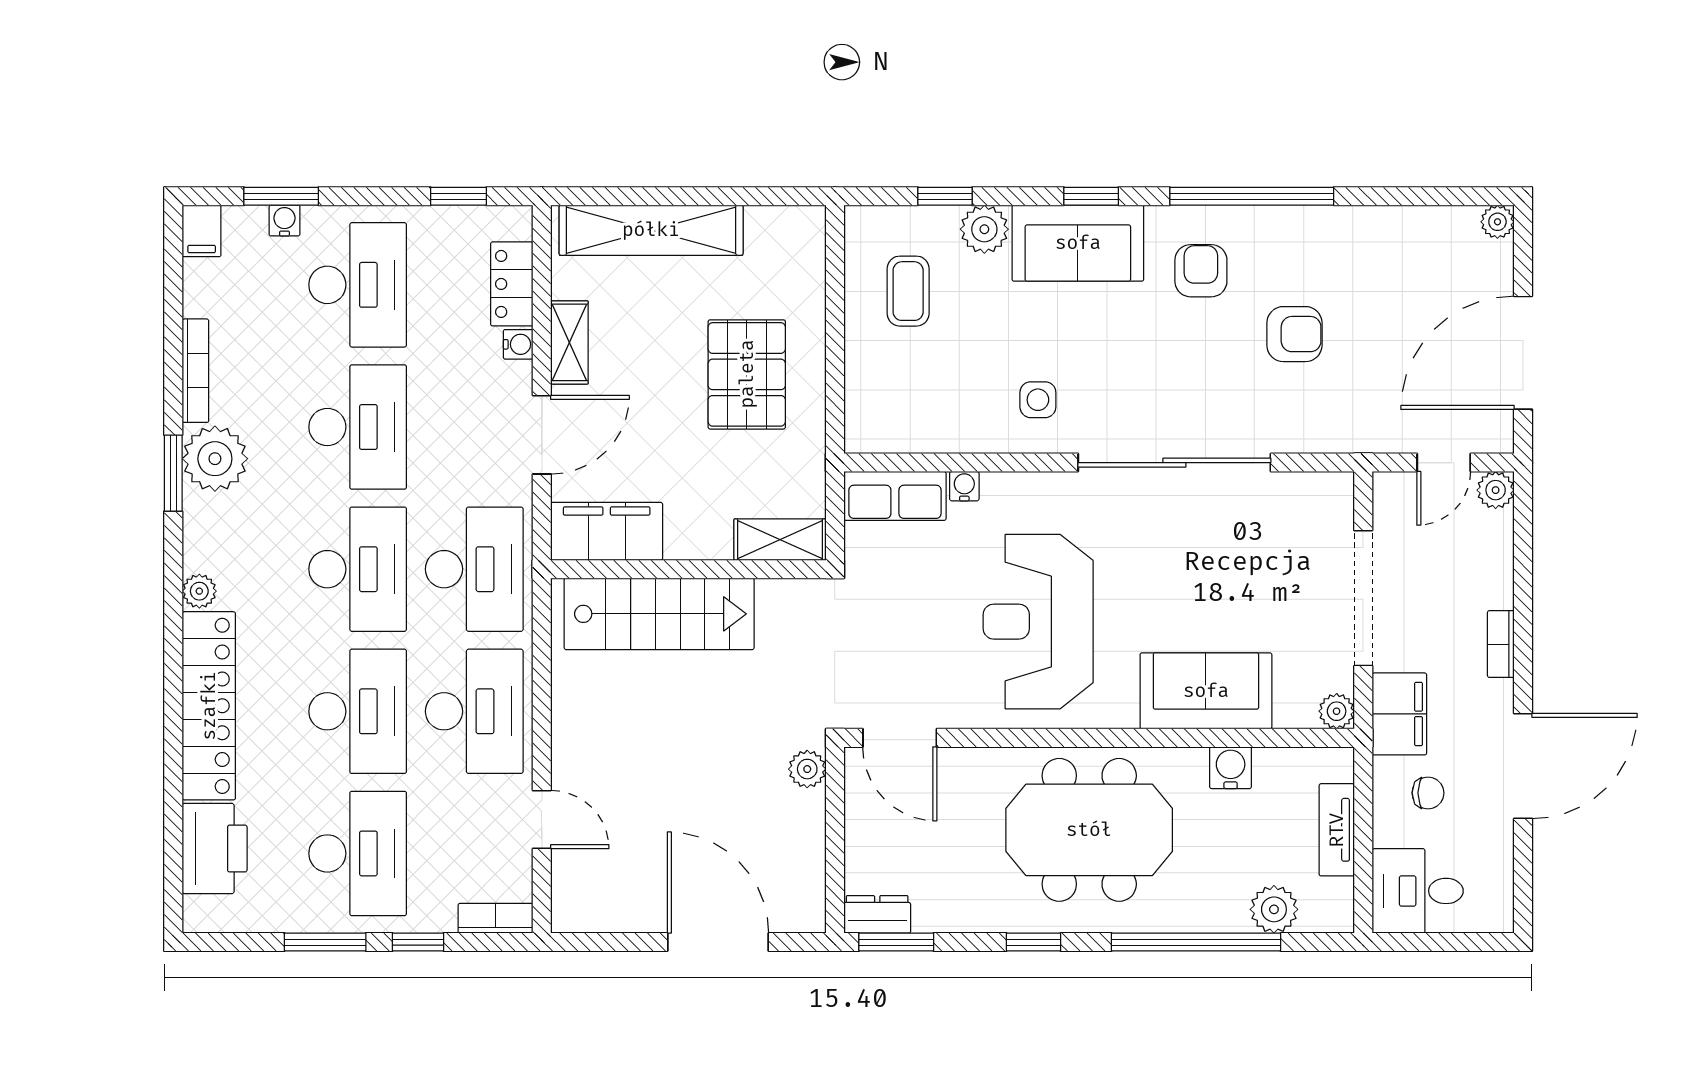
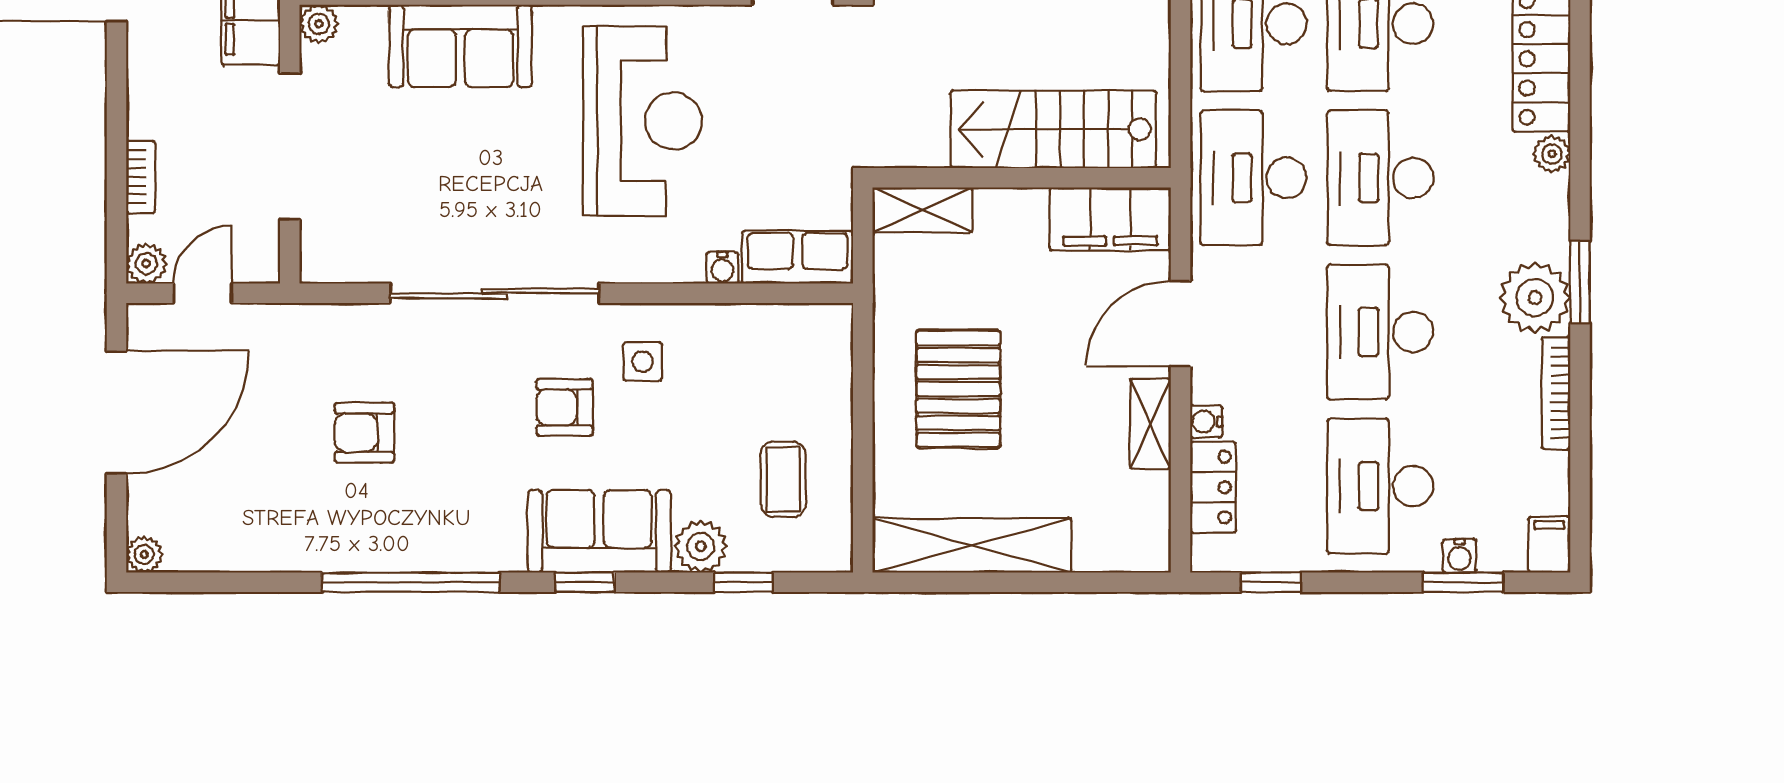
shelving: (651, 230) -> (972, 545), moved
armchair: (1201, 271) -> (564, 407), moved, turned 90
bookcase: (1501, 644) -> (141, 177), moved

